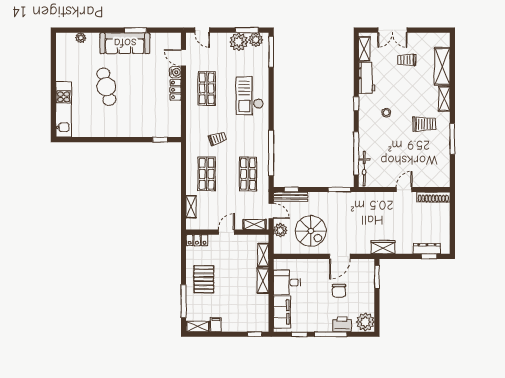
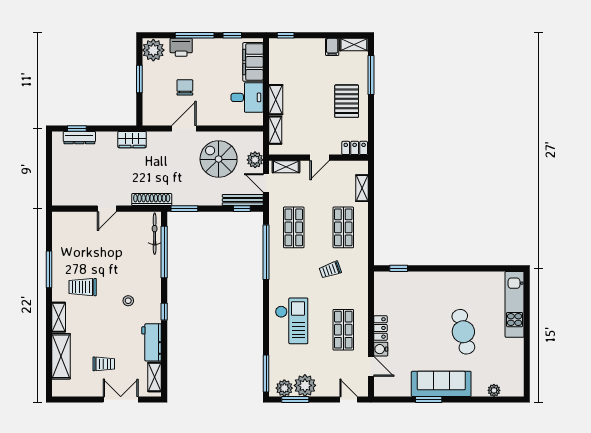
shoe rack: (433, 197) -> (152, 200), moved
window: (377, 277) -> (139, 79), moved

